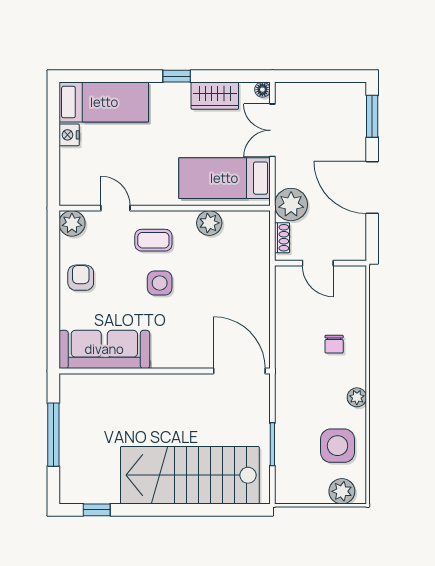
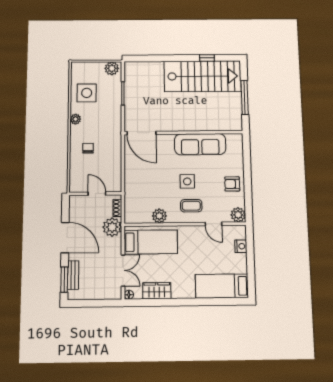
window: (177, 76) -> (179, 302), removed
bench: (357, 124) -> (73, 275), added
nightstand: (69, 135) -> (241, 246), moved
armchair: (81, 278) -> (232, 184), turned 90
sofa: (104, 349) -> (200, 144), moved
stairs: (190, 475) -> (203, 76), moved
plant: (342, 491) -> (112, 68), moved
window: (97, 510) -> (207, 58), moved

